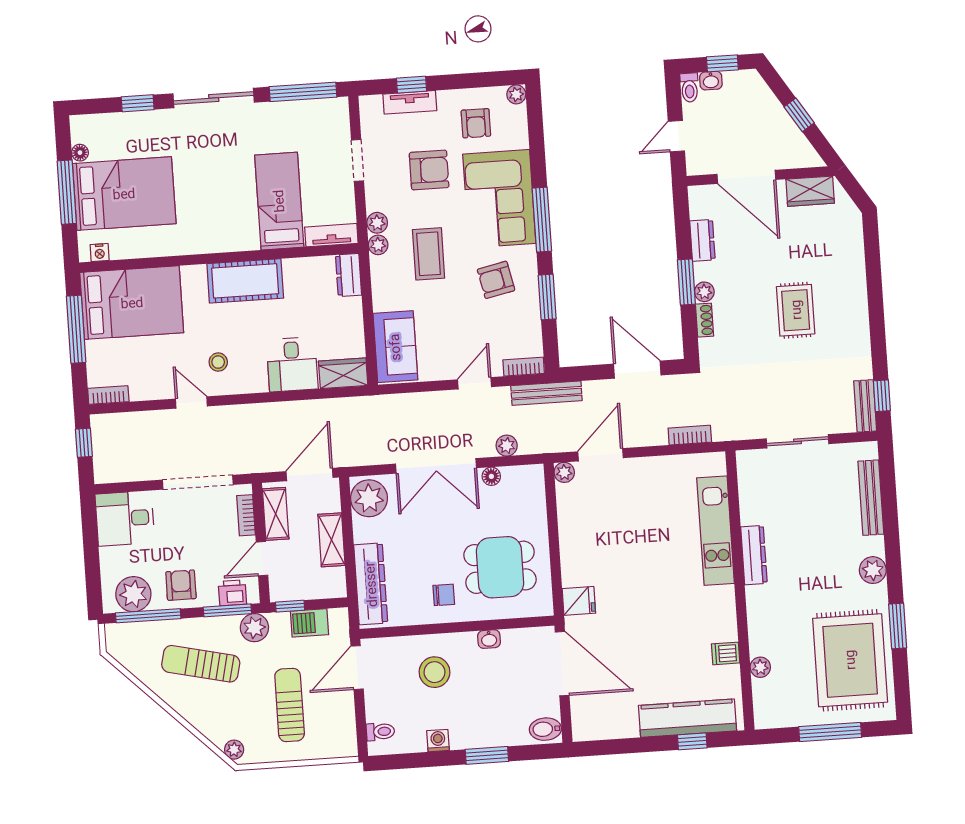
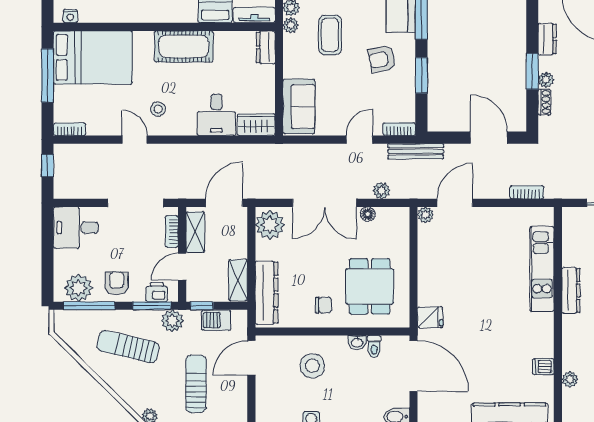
shelving: (331, 540) -> (238, 280), moved
dining table: (500, 567) -> (370, 286), turned 90
toilet: (380, 732) -> (374, 346), moved, turned 90

